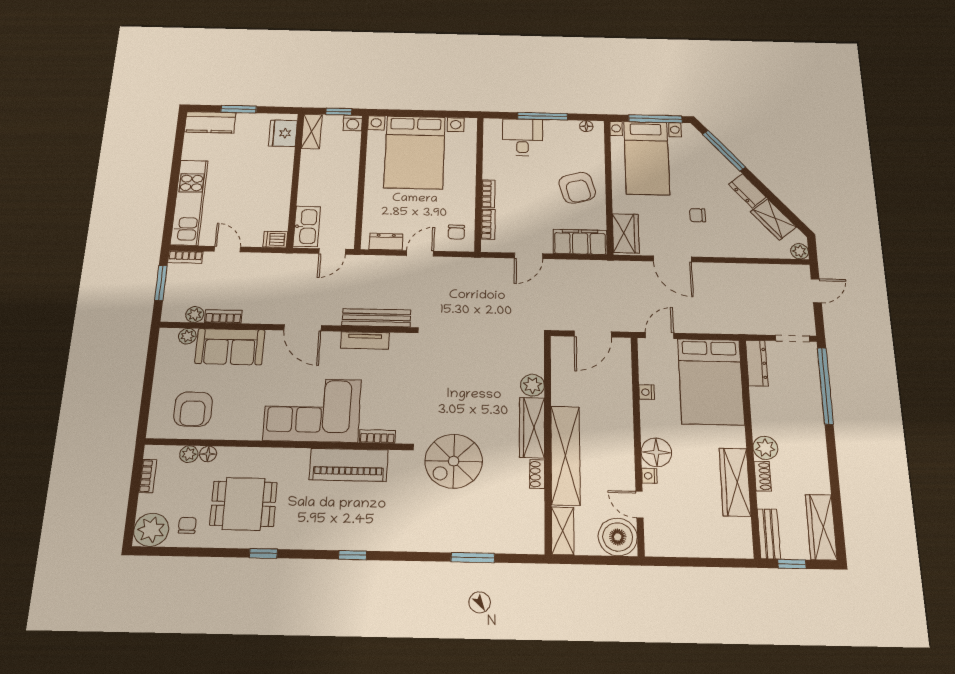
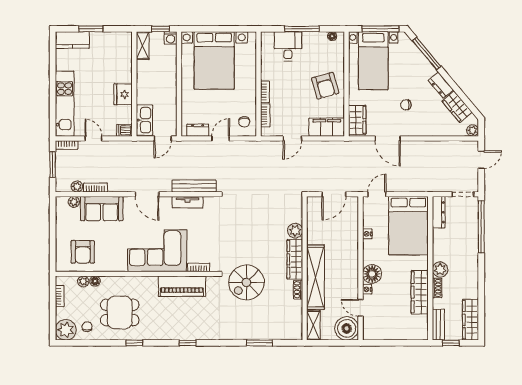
fridge: (283, 133) -> (123, 94), moved

